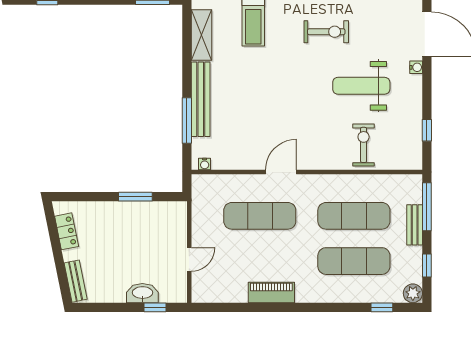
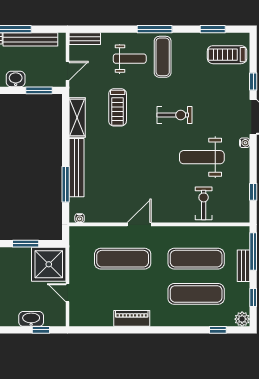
shower: (165, 223) -> (49, 264), added
door: (189, 259) -> (68, 293), swing flipped

